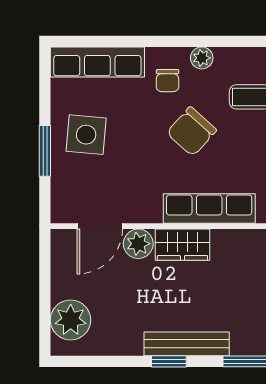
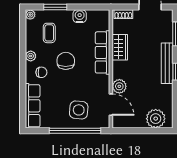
chair: (192, 131) -> (66, 61), turned -132
side table: (86, 135) -> (79, 110), moved
window: (45, 151) -> (75, 131), width x2.11
wardrobe: (182, 245) -> (120, 47), moved

